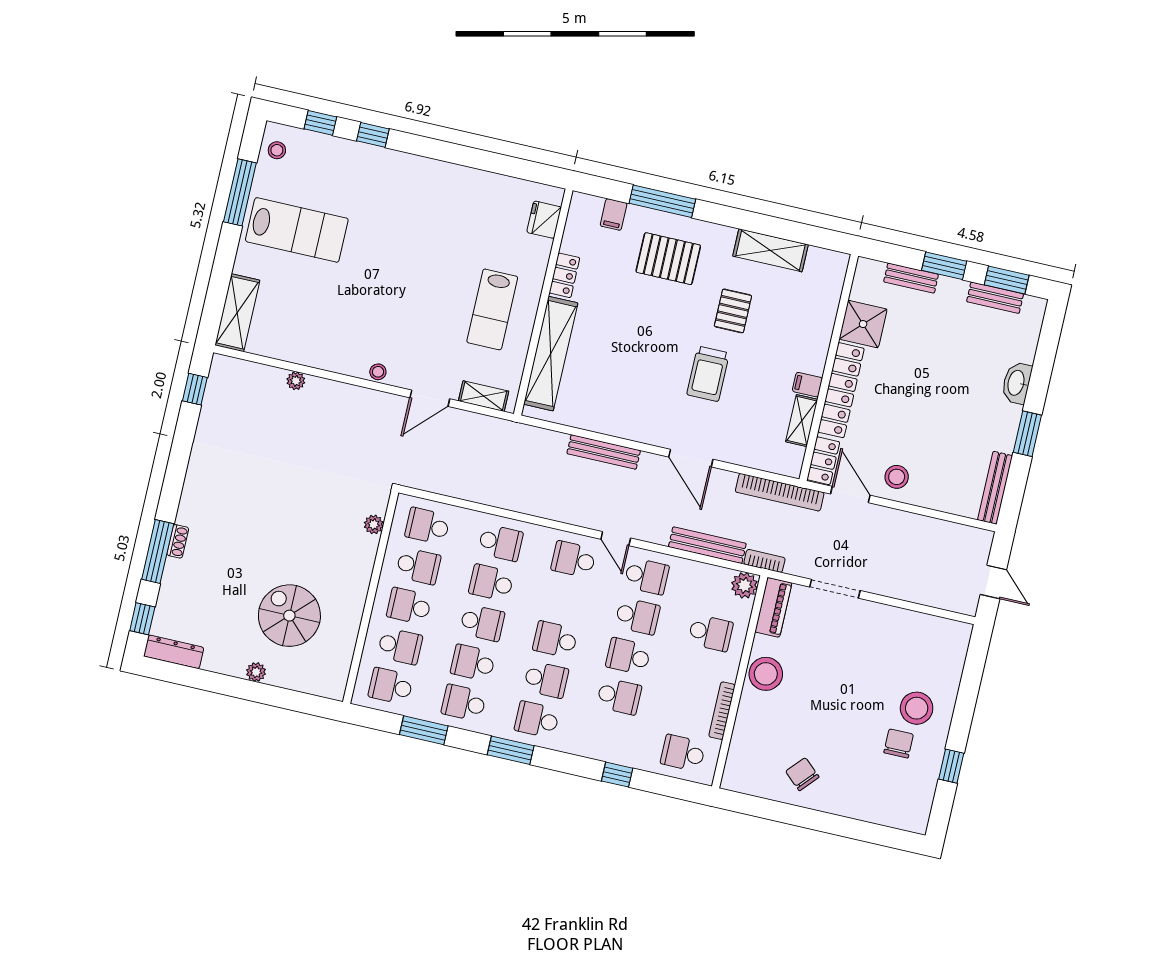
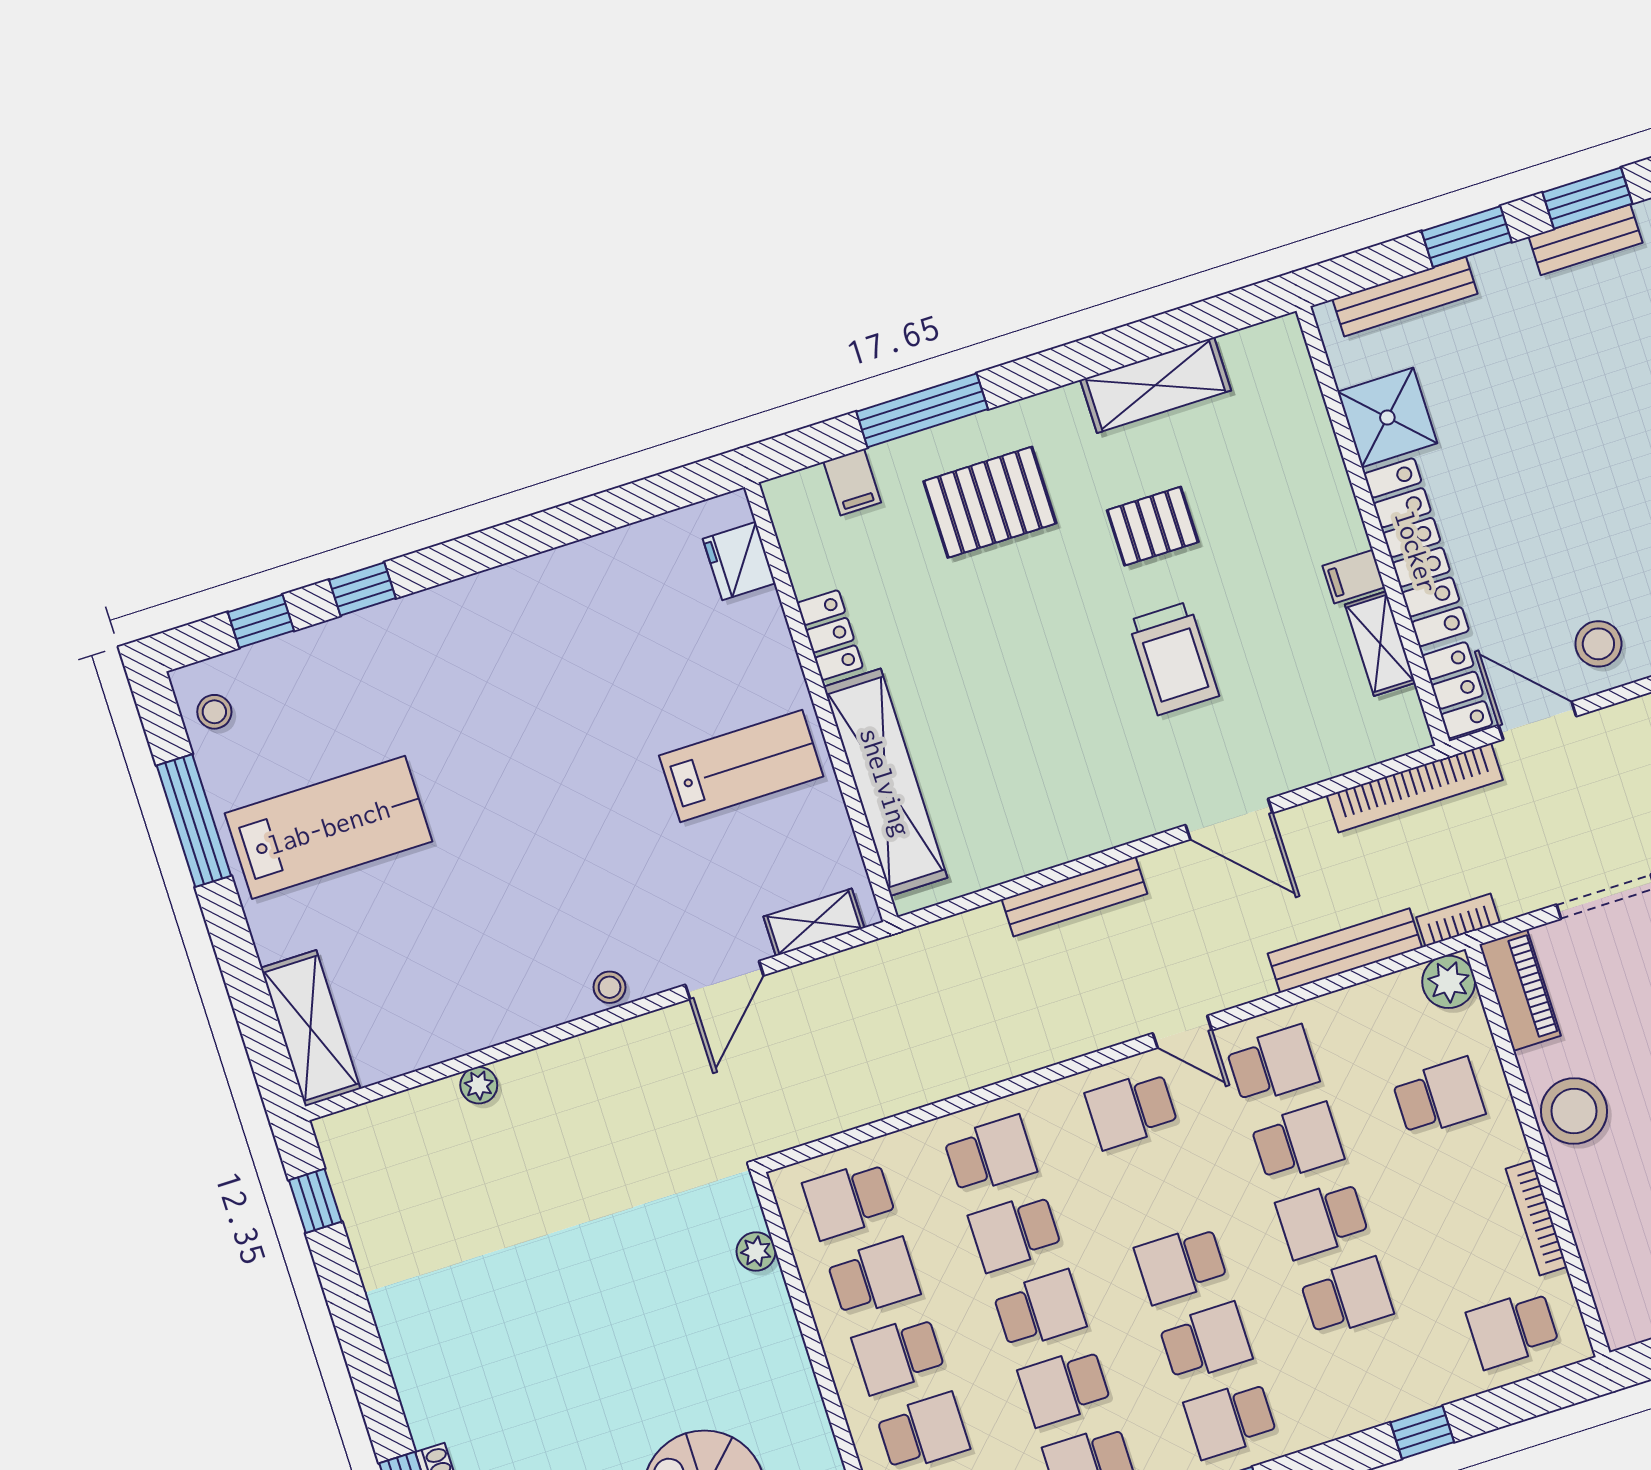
bench: (911, 278) -> (1405, 297), width x1.36
lab bench: (492, 309) -> (741, 766), turned -90
pallet: (733, 311) -> (1153, 526), turned 90

